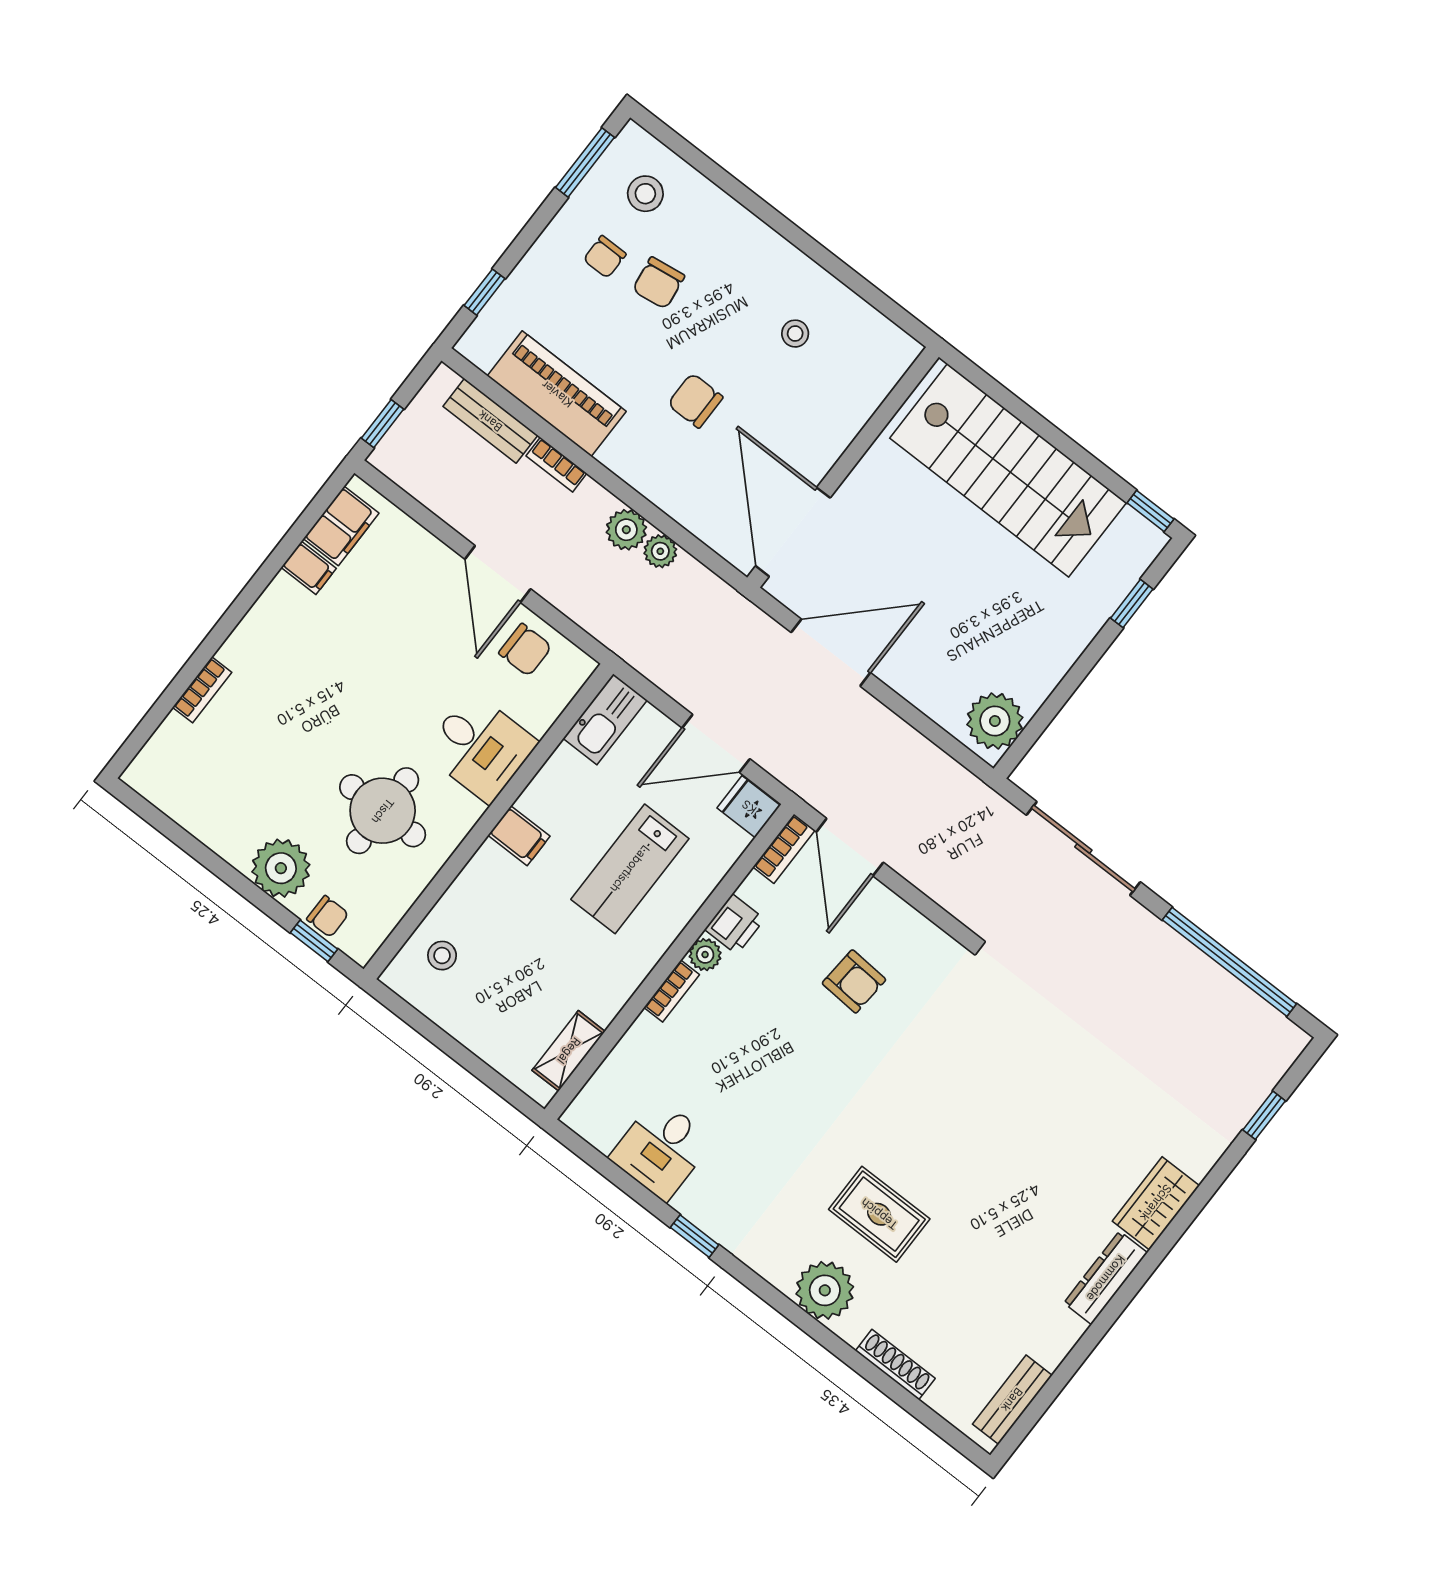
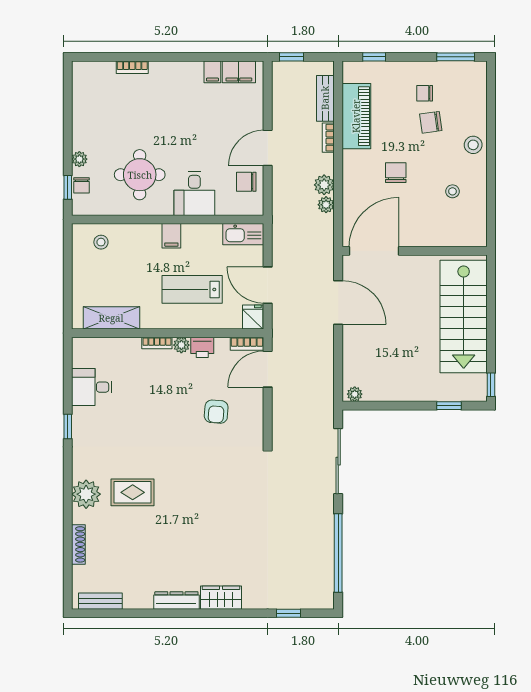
stool: (645, 194) -> (473, 145), moved
chair: (525, 650) -> (246, 182), turned 90
plant: (995, 721) -> (355, 394), width x0.53, depth x0.53
plant: (281, 868) -> (79, 159), width x0.53, depth x0.53
shelving: (569, 1051) -> (111, 318), width x1.50, depth x1.33
rug: (879, 1214) -> (133, 492), turned 90

